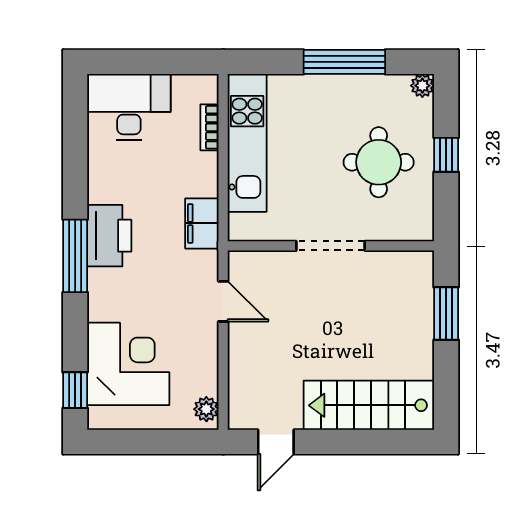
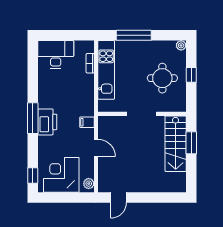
window: (344, 62) -> (134, 35), moved
filing cabinet: (202, 223) -> (87, 122), moved, width x0.50
printer: (109, 236) -> (47, 122), moved
door: (223, 301) -> (96, 148), moved
corner desk: (128, 364) -> (61, 175), moved, turned -90
stairs: (369, 405) -> (176, 144), moved, turned -90

